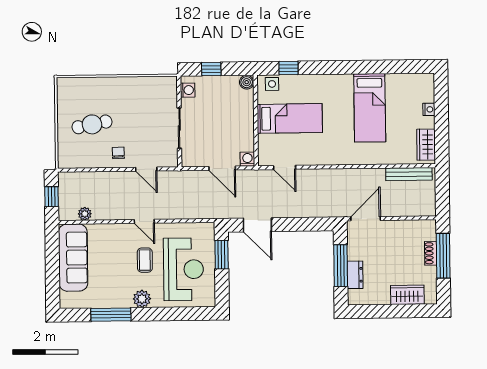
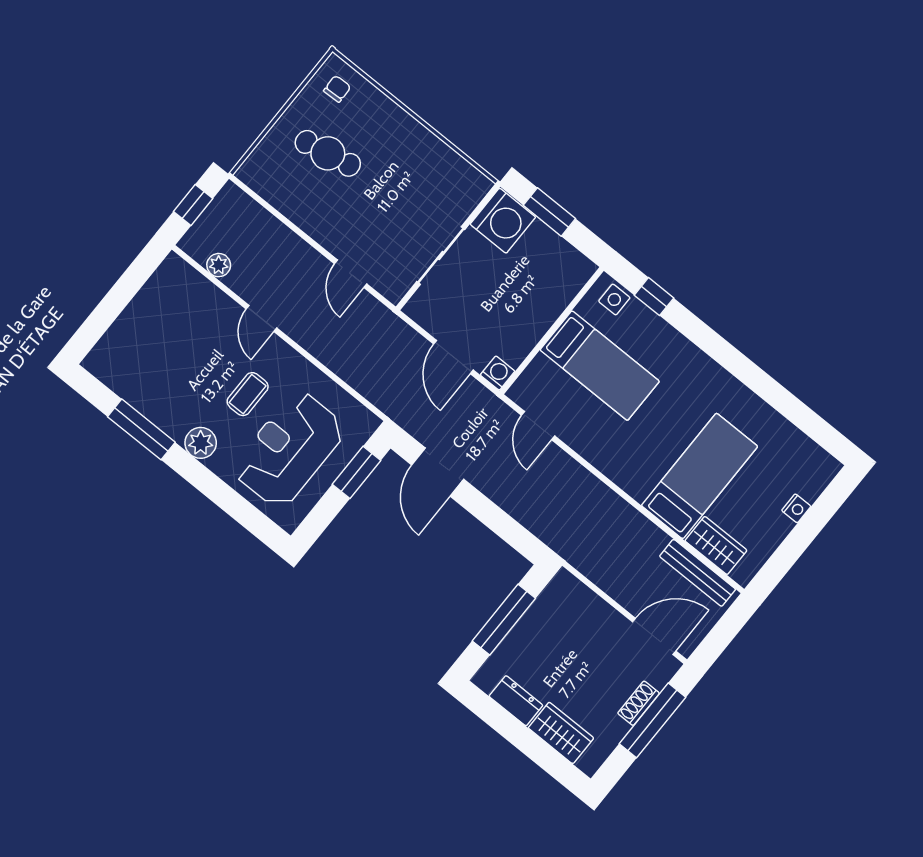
window: (211, 69) -> (549, 212), width x1.50
boiler: (247, 82) -> (582, 269), removed
washing machine: (188, 90) -> (503, 221), width x1.89, depth x1.89
bed: (370, 108) -> (700, 476), moved, turned 180
wardrobe: (426, 145) -> (716, 546), moved, turned 90
chair: (118, 153) -> (337, 89), moved
door: (366, 219) -> (654, 636), moved
door: (144, 221) -> (262, 319), moved
sofa: (73, 258) -> (154, 311), removed
reception desk: (183, 269) -> (289, 449), turned 180
dresser: (355, 275) -> (516, 701), moved, turned -90

